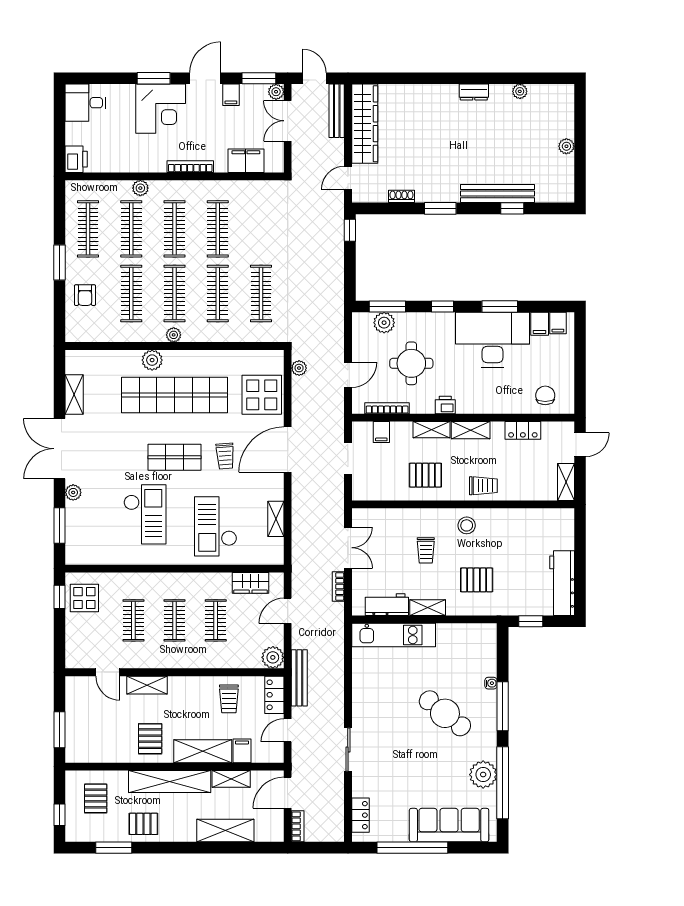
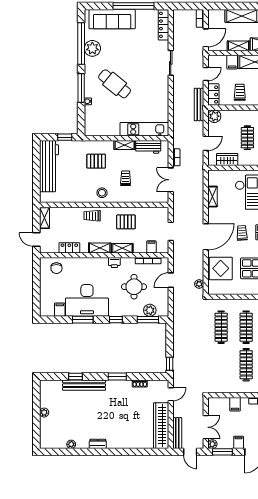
filing cabinet: (246, 161) -> (235, 404), width x0.50
filing cabinet: (558, 323) -> (49, 310), removed
door: (580, 445) -> (36, 240), hinge flipped
workbench: (562, 583) -> (49, 166), width x1.36, depth x1.32
locker: (360, 815) -> (163, 25), width x1.53

